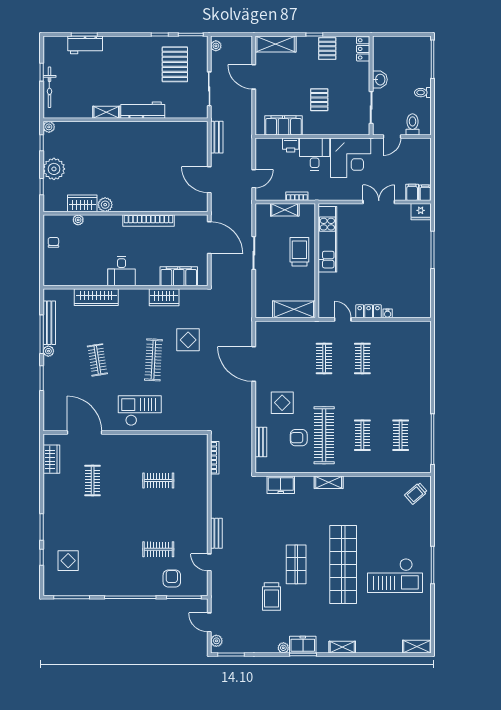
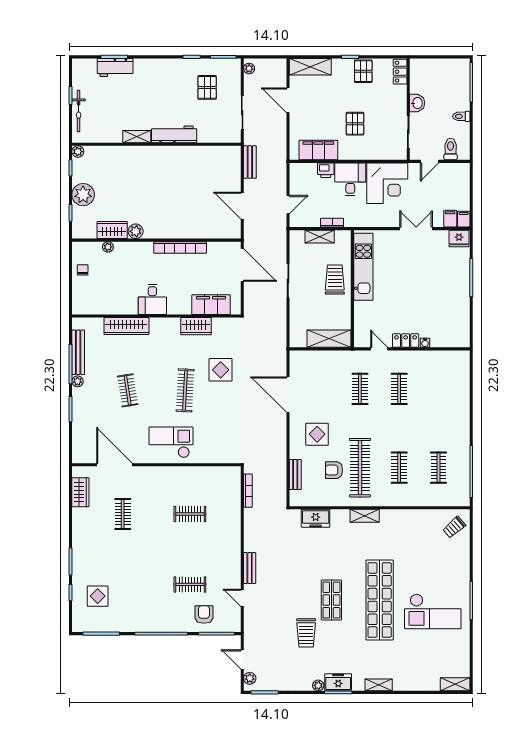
pallet: (175, 64) -> (207, 87), width x0.67, depth x0.71

